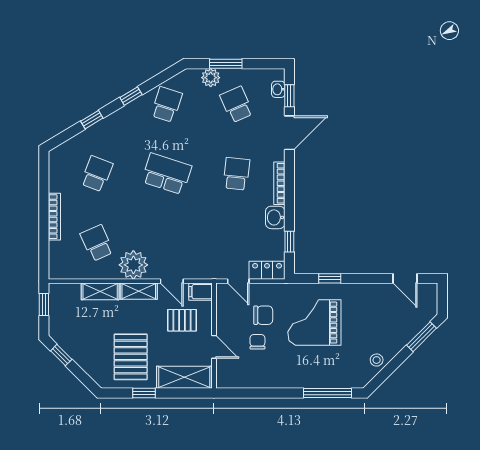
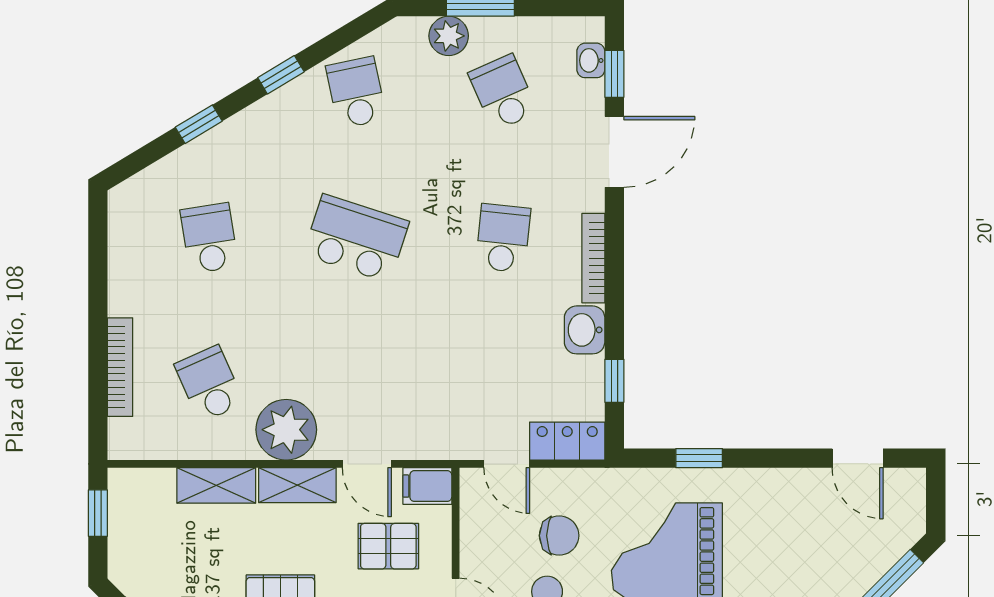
school desk: (167, 105) -> (356, 92), turned -30
school desk: (97, 174) -> (209, 238), turned -30
bookcase: (54, 217) -> (120, 367), moved

